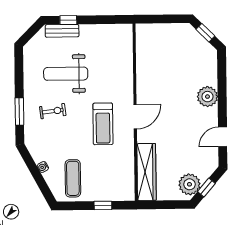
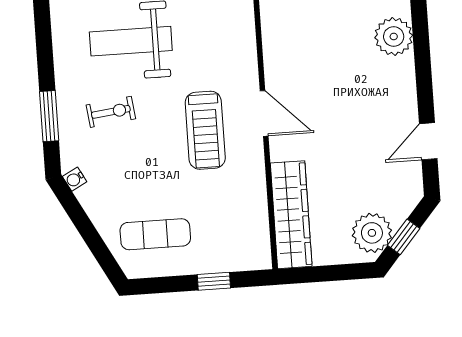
plant: (207, 97) -> (394, 36), moved
door: (135, 117) -> (264, 113), hinge flipped
water cooler: (43, 167) -> (75, 179), moved
exercise mat: (73, 178) -> (155, 234), turned 90

